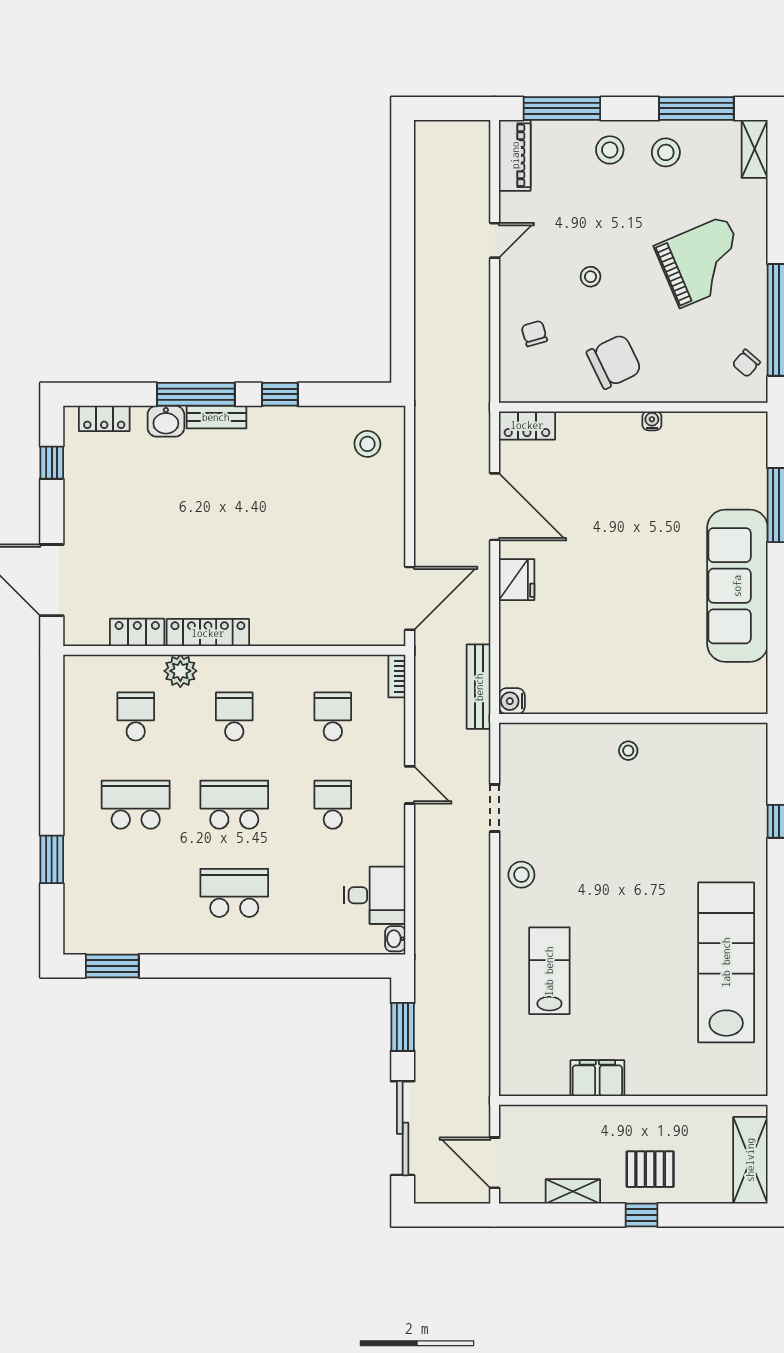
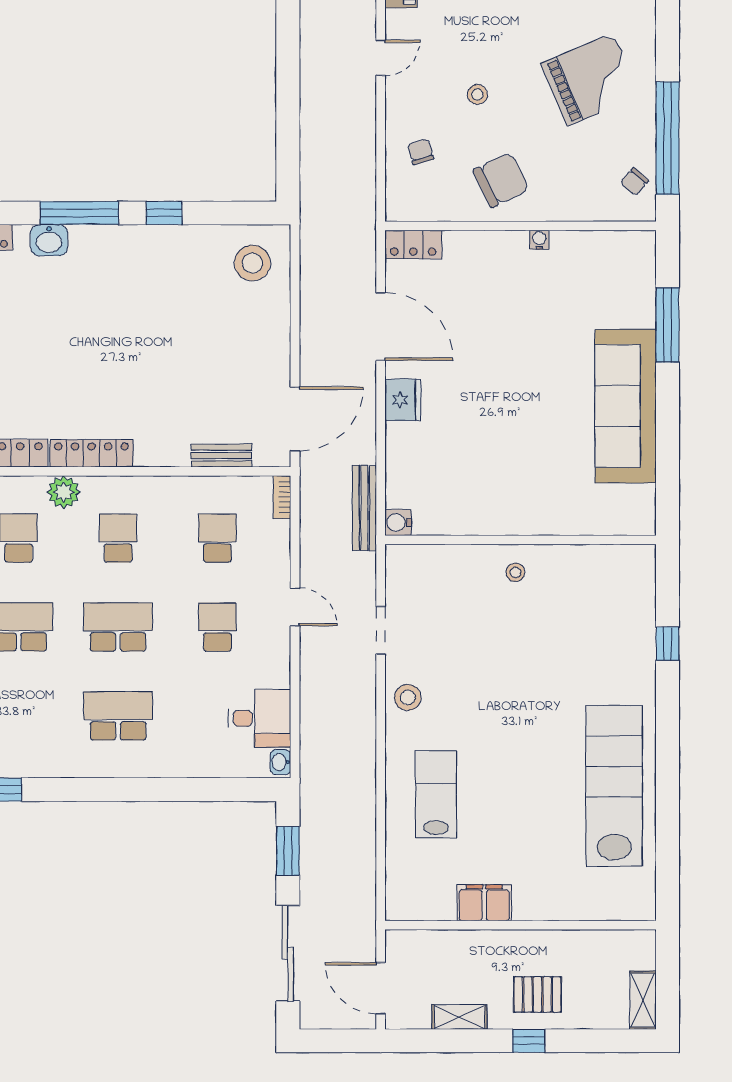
bench: (216, 417) -> (221, 456), moved
stool: (367, 444) -> (252, 263), width x1.38, depth x1.38
shelving: (750, 1160) -> (643, 1000), width x0.67, depth x0.75

